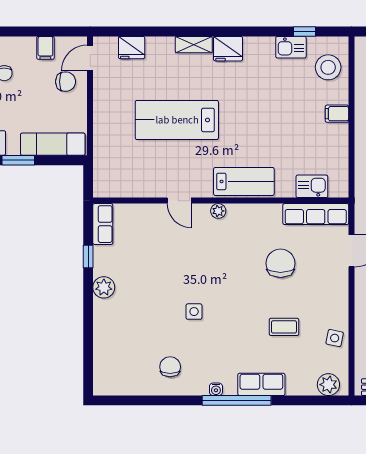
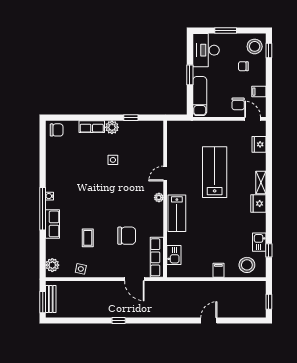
row of seats: (103, 224) -> (92, 127), moved
side table: (194, 312) -> (113, 160), moved
chair: (170, 367) -> (57, 130), moved

